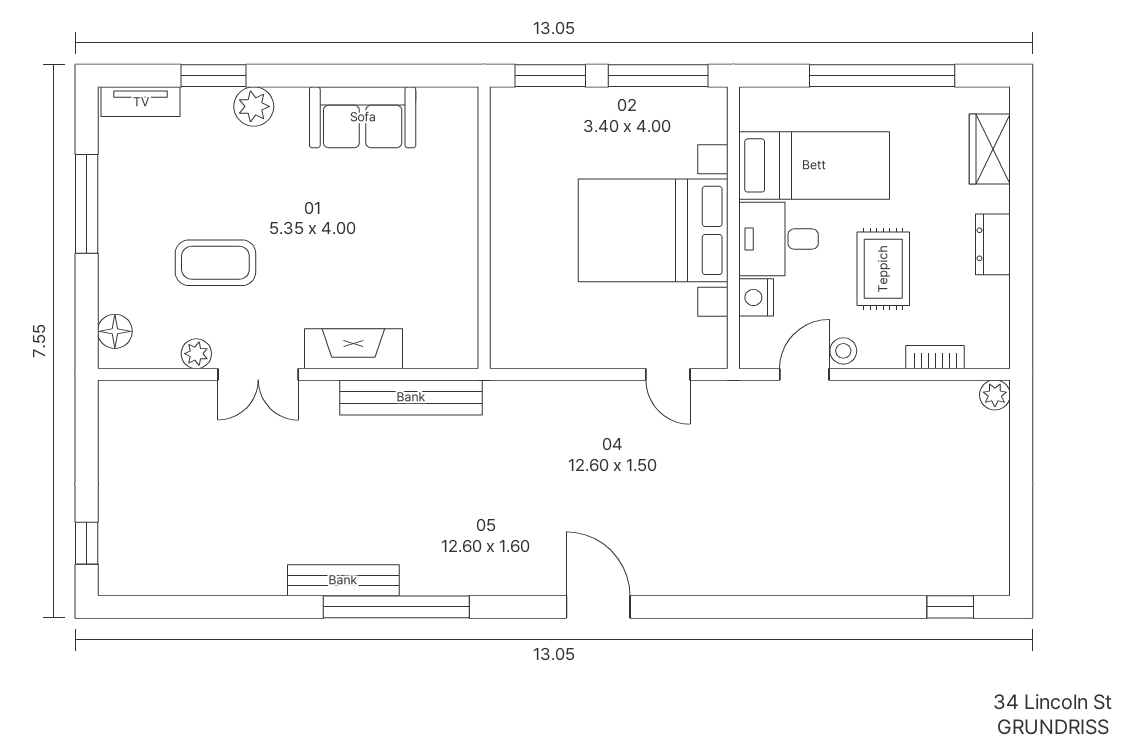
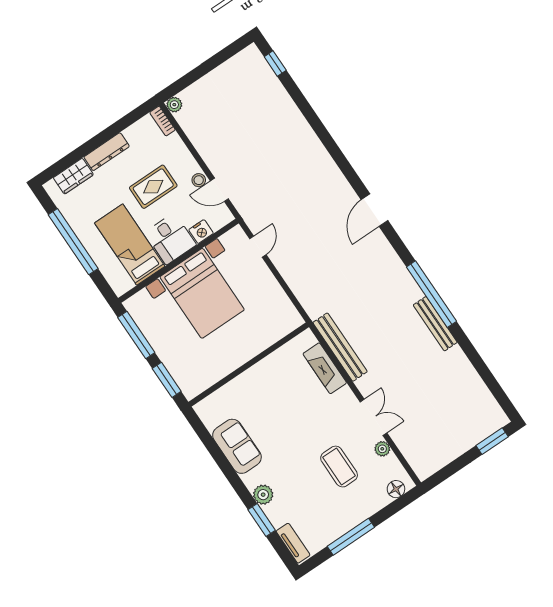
dresser: (993, 244) -> (107, 152), width x1.44
fireplace: (353, 349) -> (325, 368), moved
bookcase: (935, 357) -> (163, 121), moved
window: (87, 543) -> (492, 441), width x1.50

